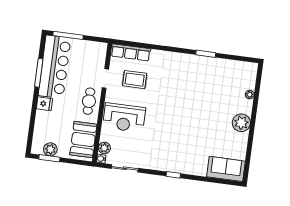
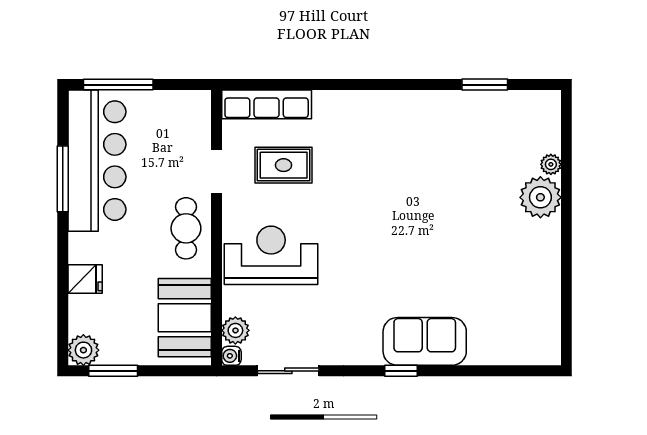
window: (206, 54) -> (485, 85), moved
fridge: (44, 104) -> (85, 279), moved
reception desk: (124, 118) -> (271, 255), turned 180
plant: (241, 123) -> (540, 197), moved
plant: (50, 149) -> (83, 350), moved
sofa: (226, 169) -> (425, 341), moved

